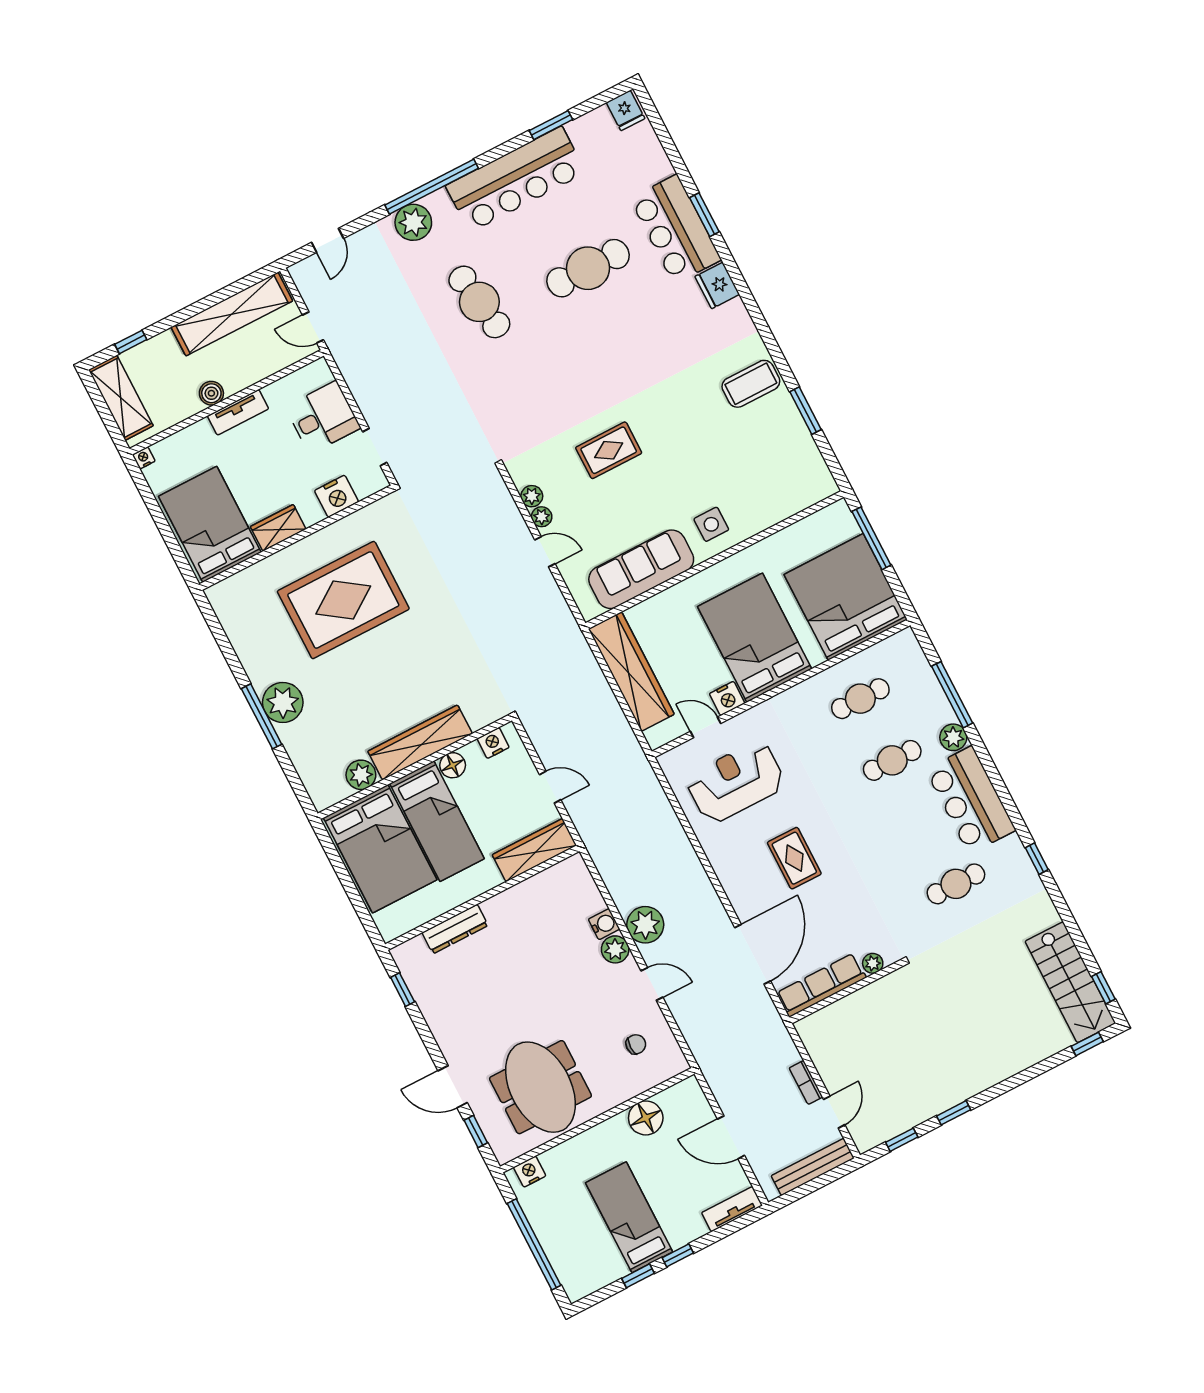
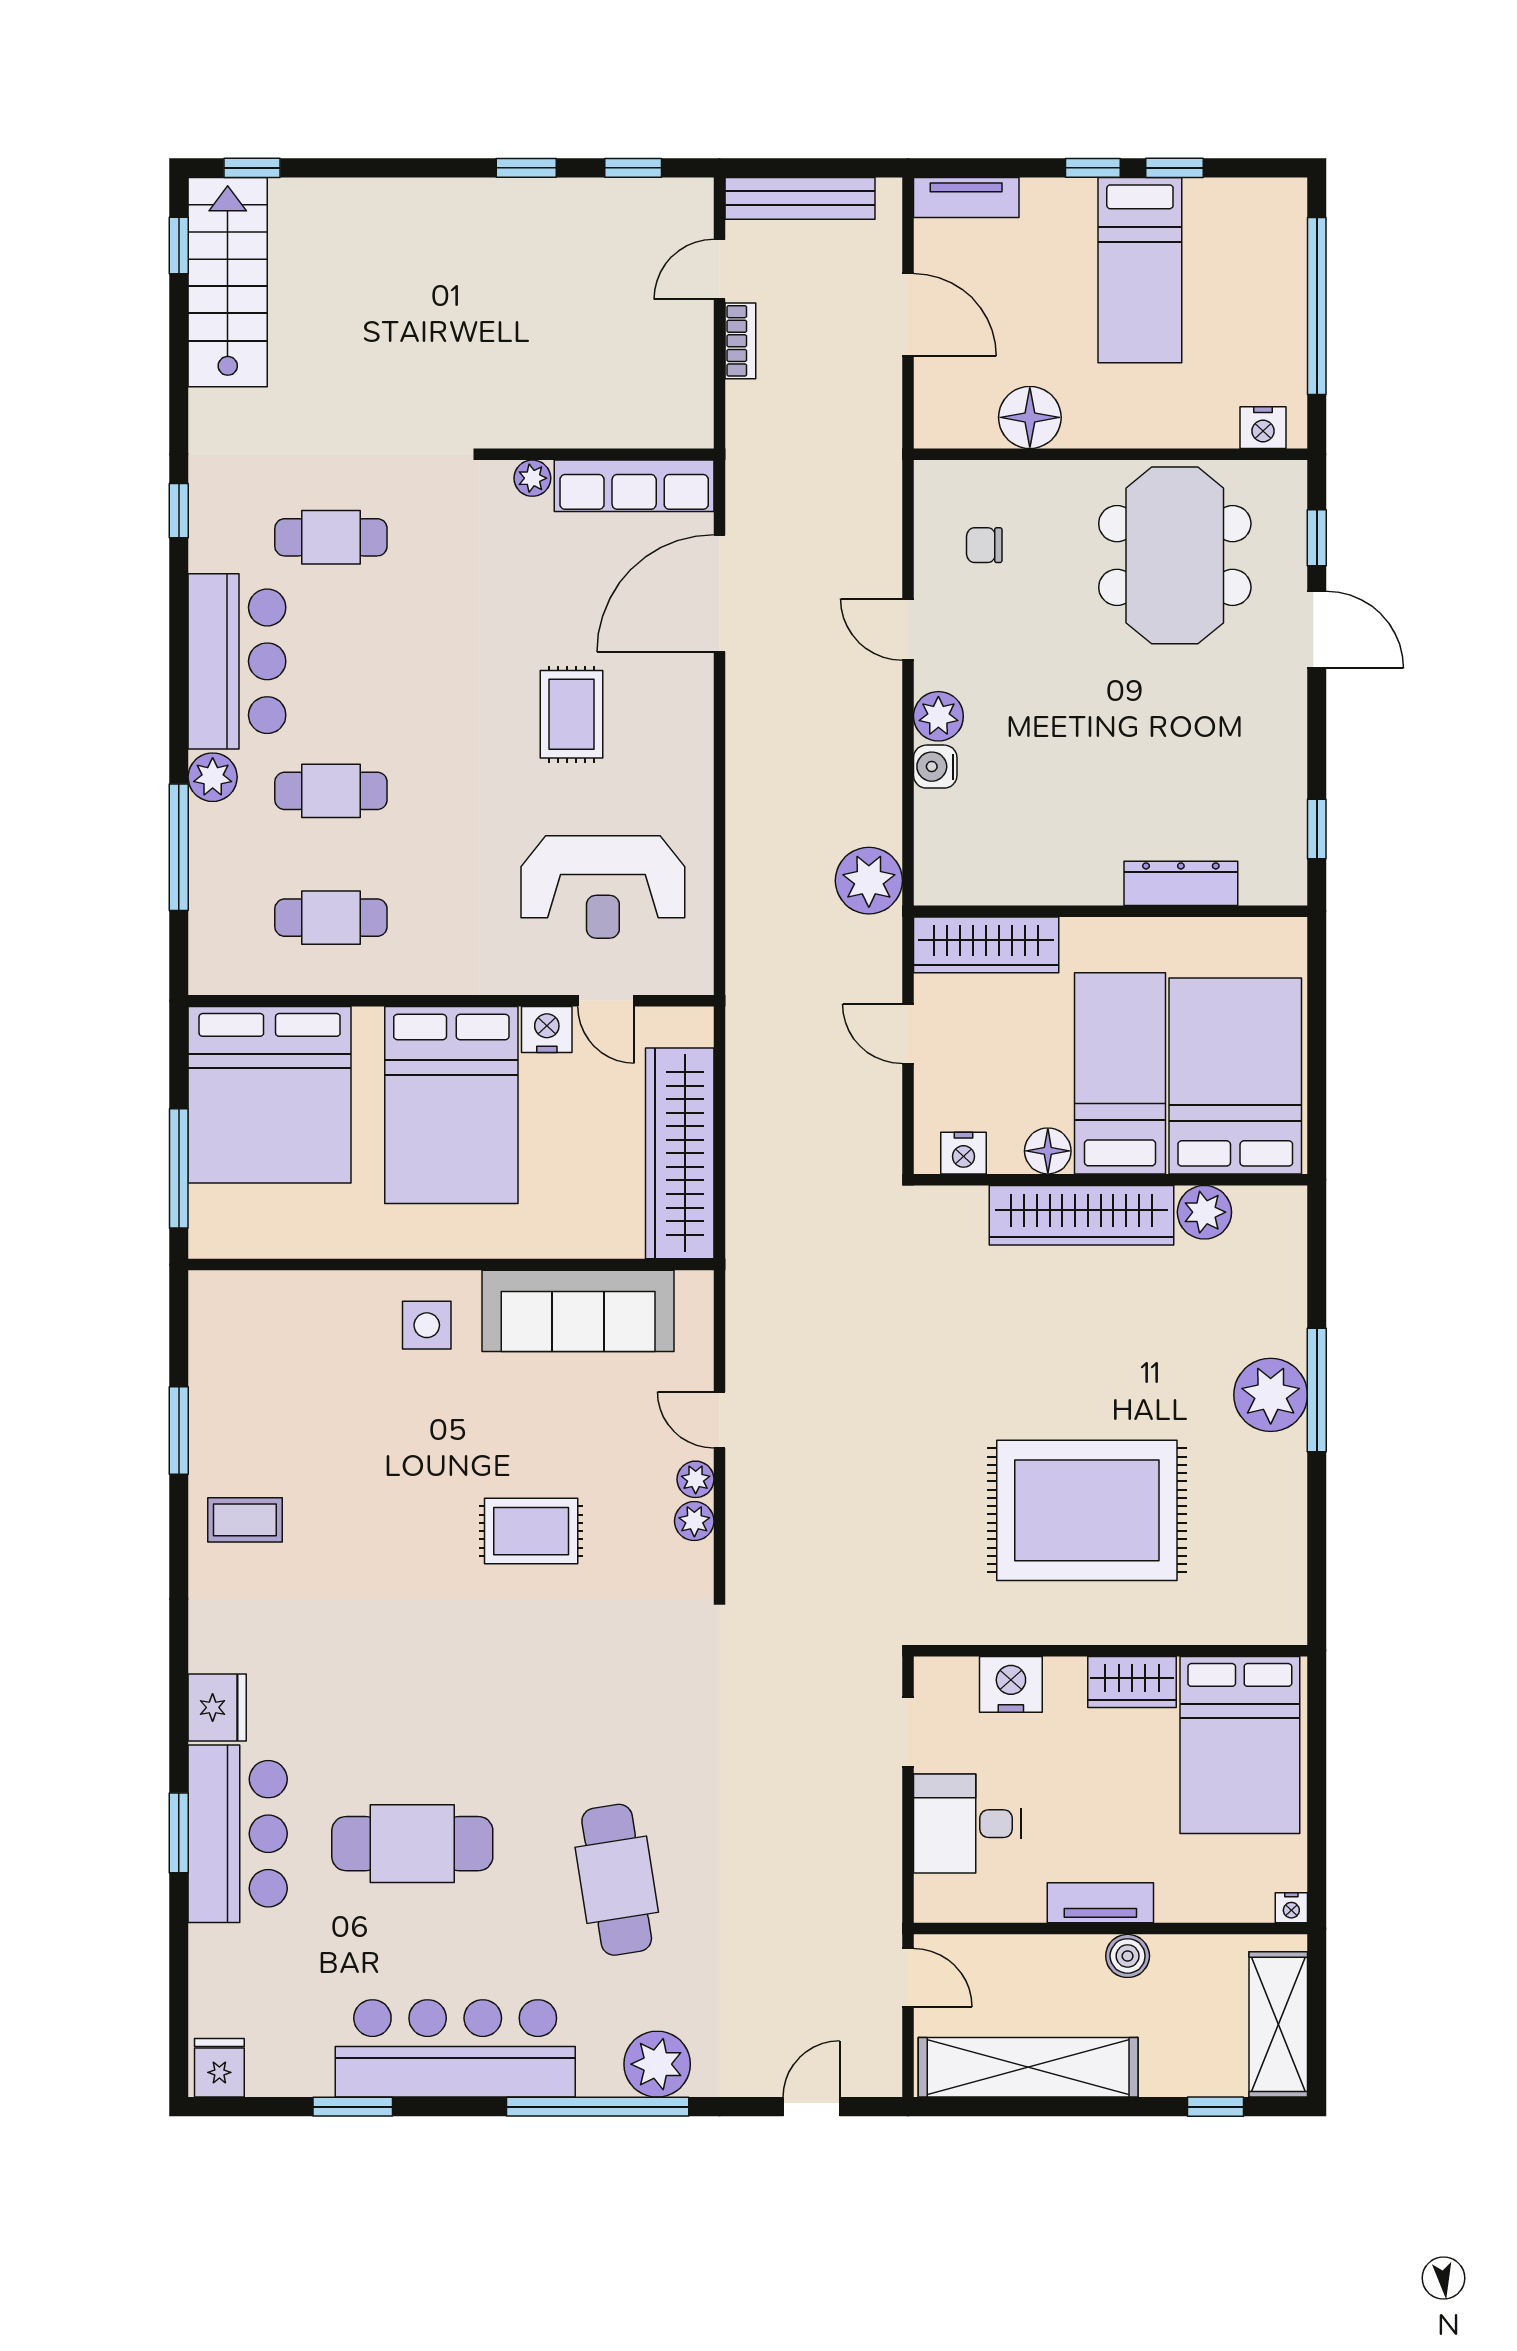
coffee table: (751, 384) -> (245, 1520), width x0.73, depth x0.77
plant: (645, 925) -> (869, 881), moved

